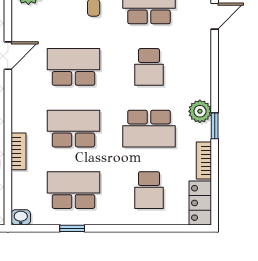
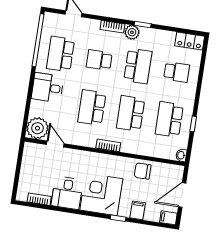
door: (8, 56) -> (55, 144), moved
school desk: (149, 67) -> (99, 60), turned 180
bookcase: (19, 151) -> (108, 145), moved
bookcase: (204, 161) -> (112, 27), moved

